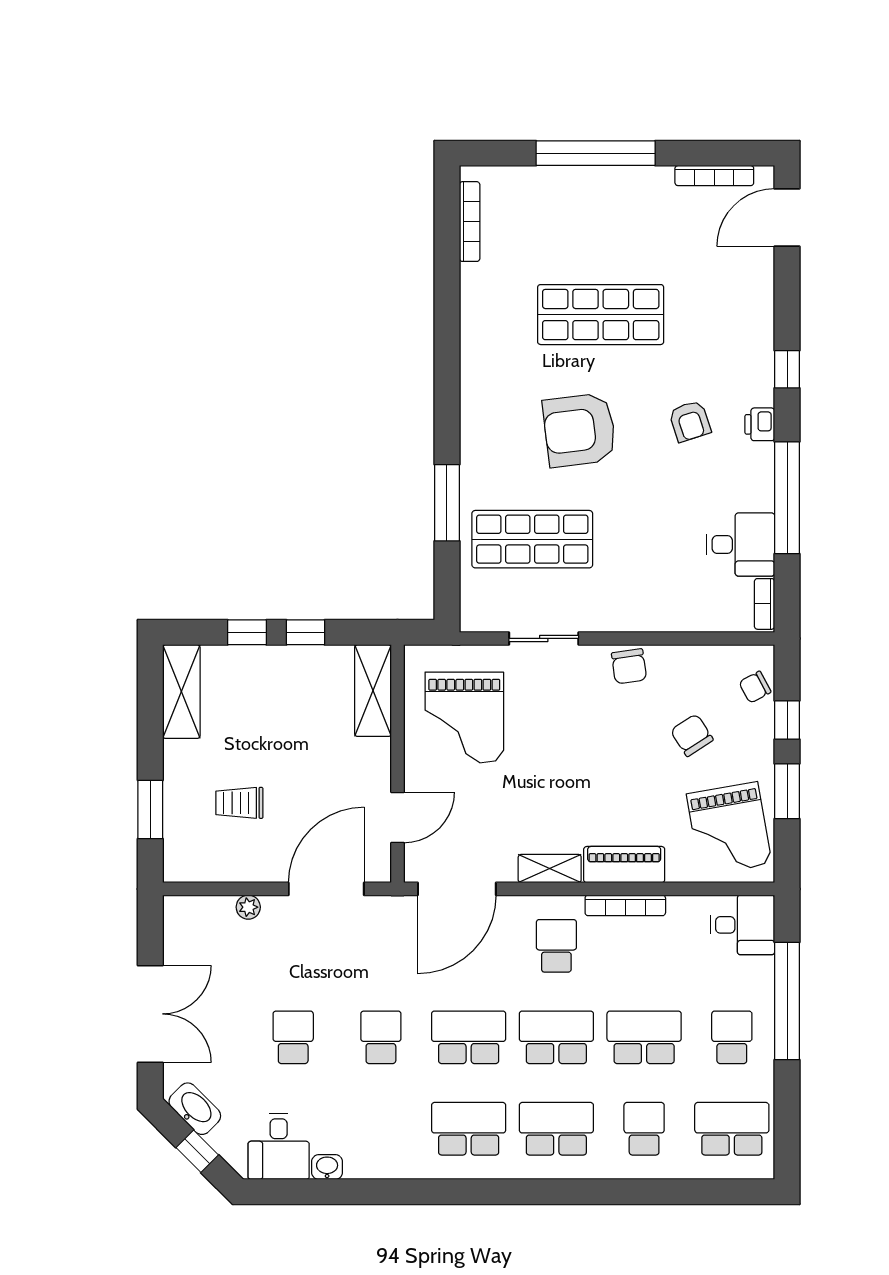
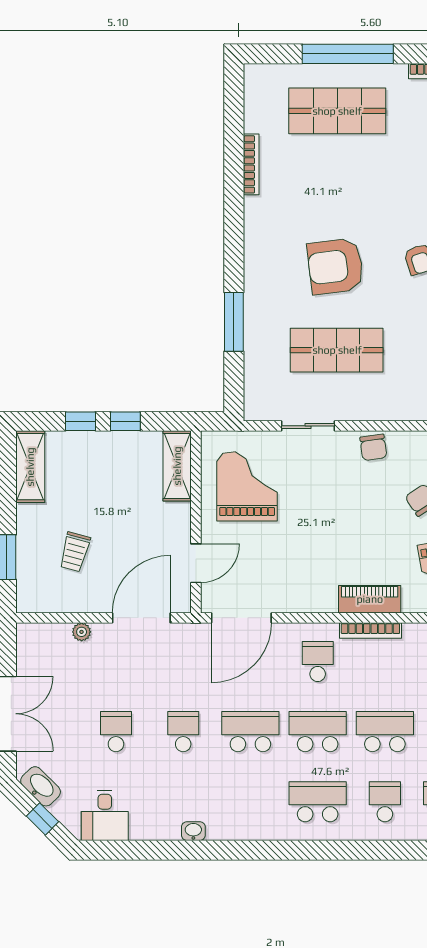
bookcase: (470, 222) -> (251, 164), moved
shop shelf: (601, 315) -> (337, 111), moved
shop shelf: (532, 539) -> (337, 350), moved
grand piano: (464, 717) -> (247, 486), turned 180
trolley: (239, 803) -> (75, 552), turned -75
shelving: (550, 869) -> (313, 602), removed
school desk: (469, 1129) -> (250, 802), removed
washbasin: (327, 1167) -> (193, 831), moved

